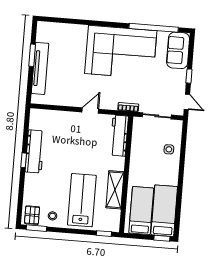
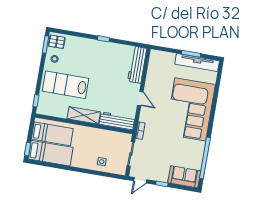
corner sofa: (121, 52) -> (190, 109), moved
tv unit: (40, 68) -> (197, 63), moved
workbench: (35, 151) -> (137, 65), moved, turned 90
shelving: (115, 190) -> (84, 115), moved
lab bench: (82, 200) -> (66, 85), turned 180

